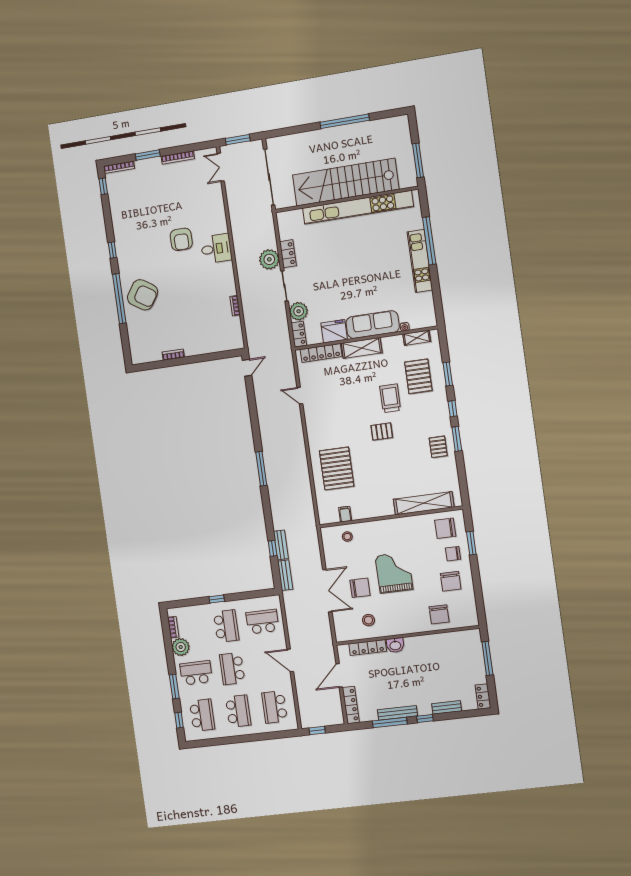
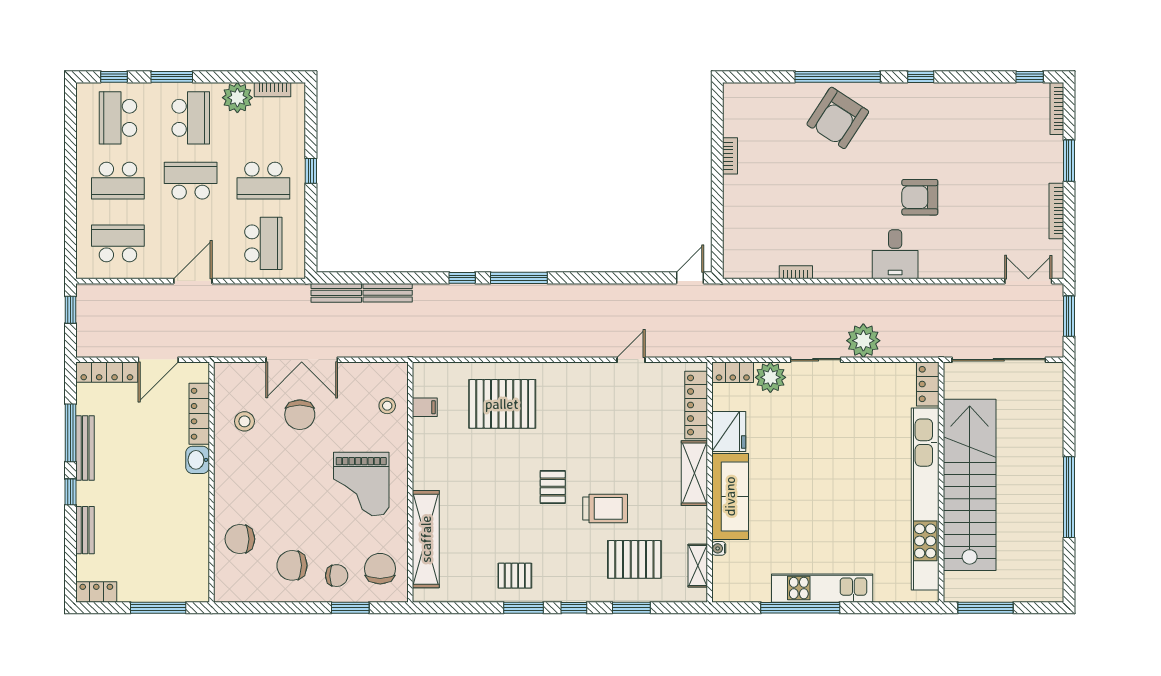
window: (429, 241) -> (800, 608), moved
locker: (288, 254) -> (928, 384), moved, turned 90
door: (247, 368) -> (690, 278), swing flipped
window: (273, 548) -> (462, 278), moved
chair: (453, 554) -> (337, 576), turned 90
grand piano: (394, 573) -> (361, 484), moved, turned 90
door: (339, 675) -> (158, 360), swing flipped
school desk: (202, 715) -> (118, 118), turned 90

